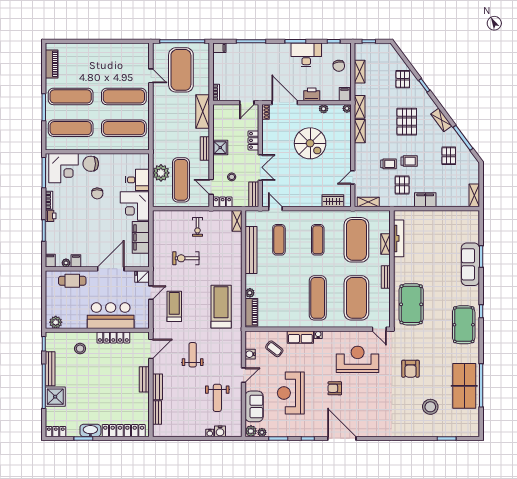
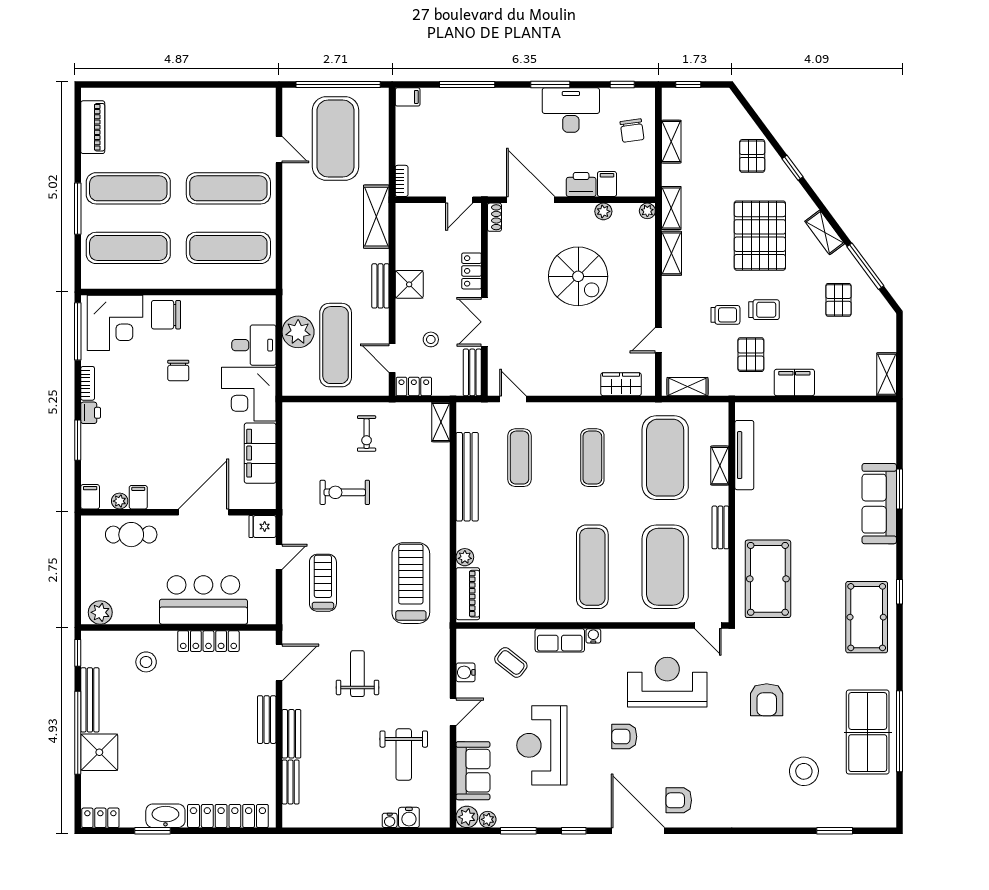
filing cabinet: (344, 94) -> (607, 184), moved
pallet: (407, 122) -> (760, 236), width x1.37, depth x1.41
double door: (260, 167) -> (484, 322), swing flipped
armchair: (364, 422) -> (679, 800), added

